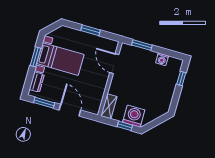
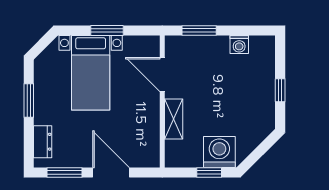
bed with nightstands: (60, 59) -> (91, 73), moved, turned 90
window: (181, 78) -> (280, 90), moved
shelving: (109, 106) -> (174, 119), moved

